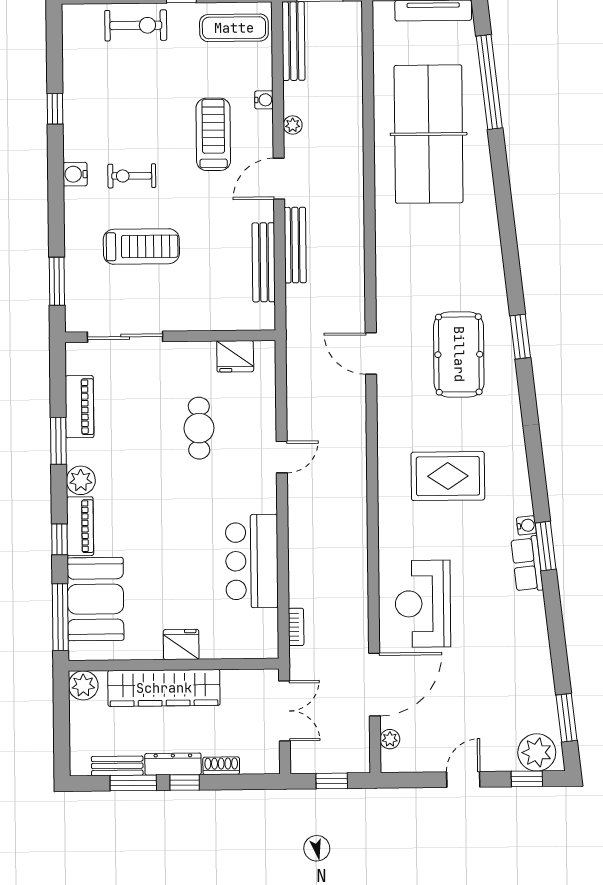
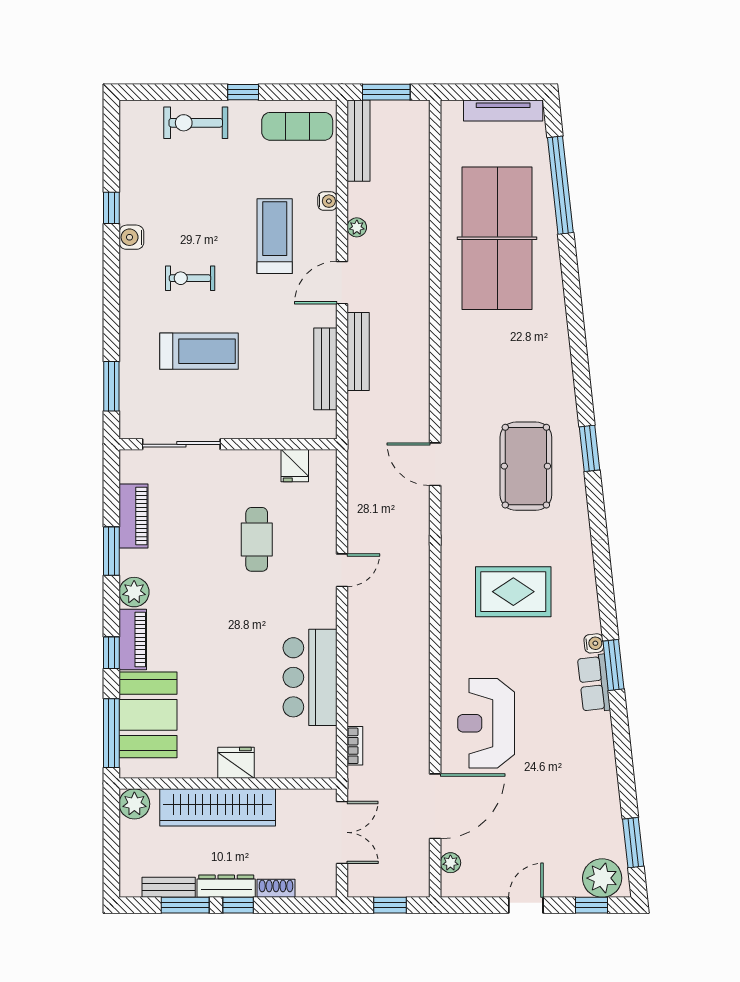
exercise bike: (136, 25) -> (196, 123), turned 180
water cooler: (75, 174) -> (131, 237), moved
fridge: (235, 356) -> (295, 466), width x0.72

